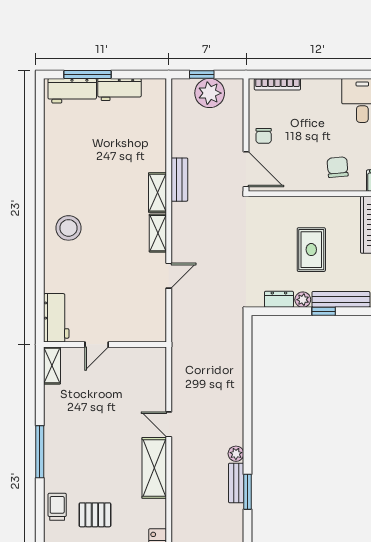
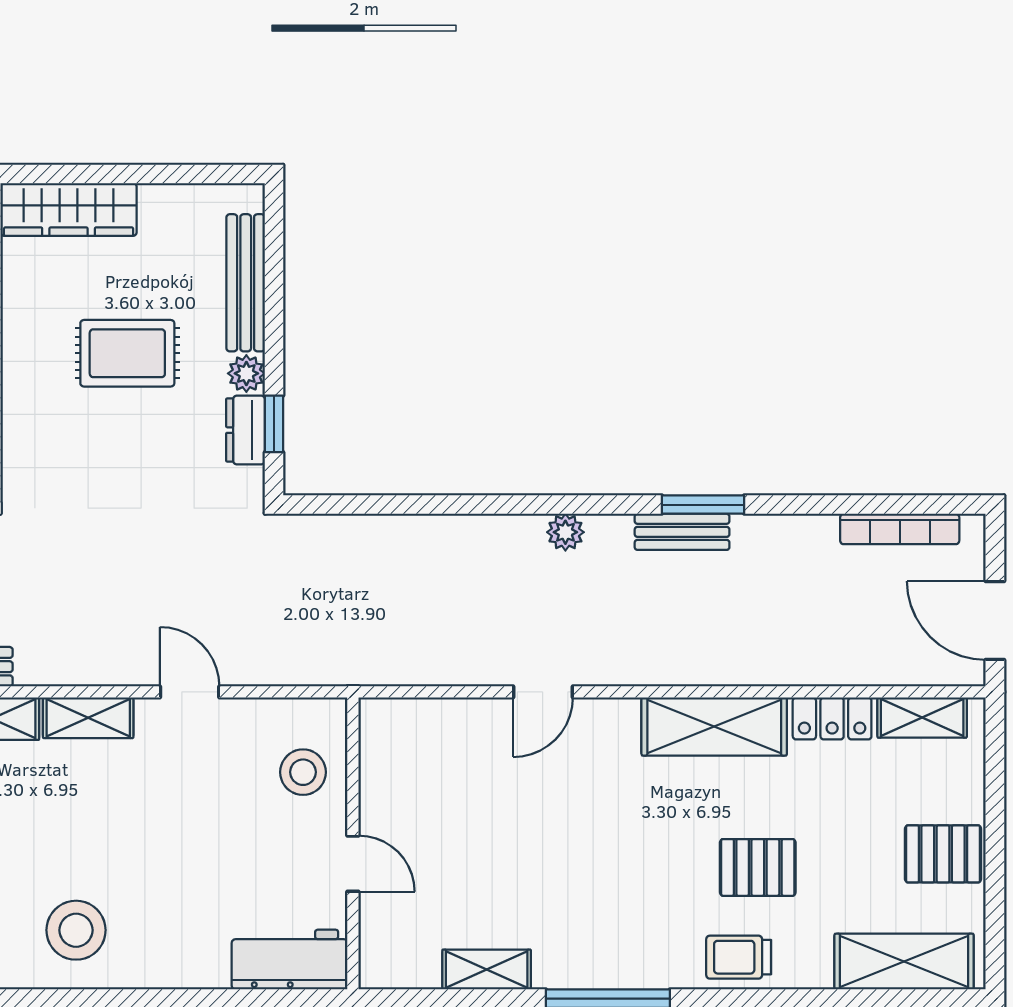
window: (324, 311) -> (274, 424), moved
stool: (135, 323) -> (303, 772), added
shelving: (52, 365) -> (487, 969), moved
plant: (236, 454) -> (565, 532), moved
shelving: (154, 468) -> (714, 726), moved
pallet: (95, 515) -> (758, 867), turned 90

